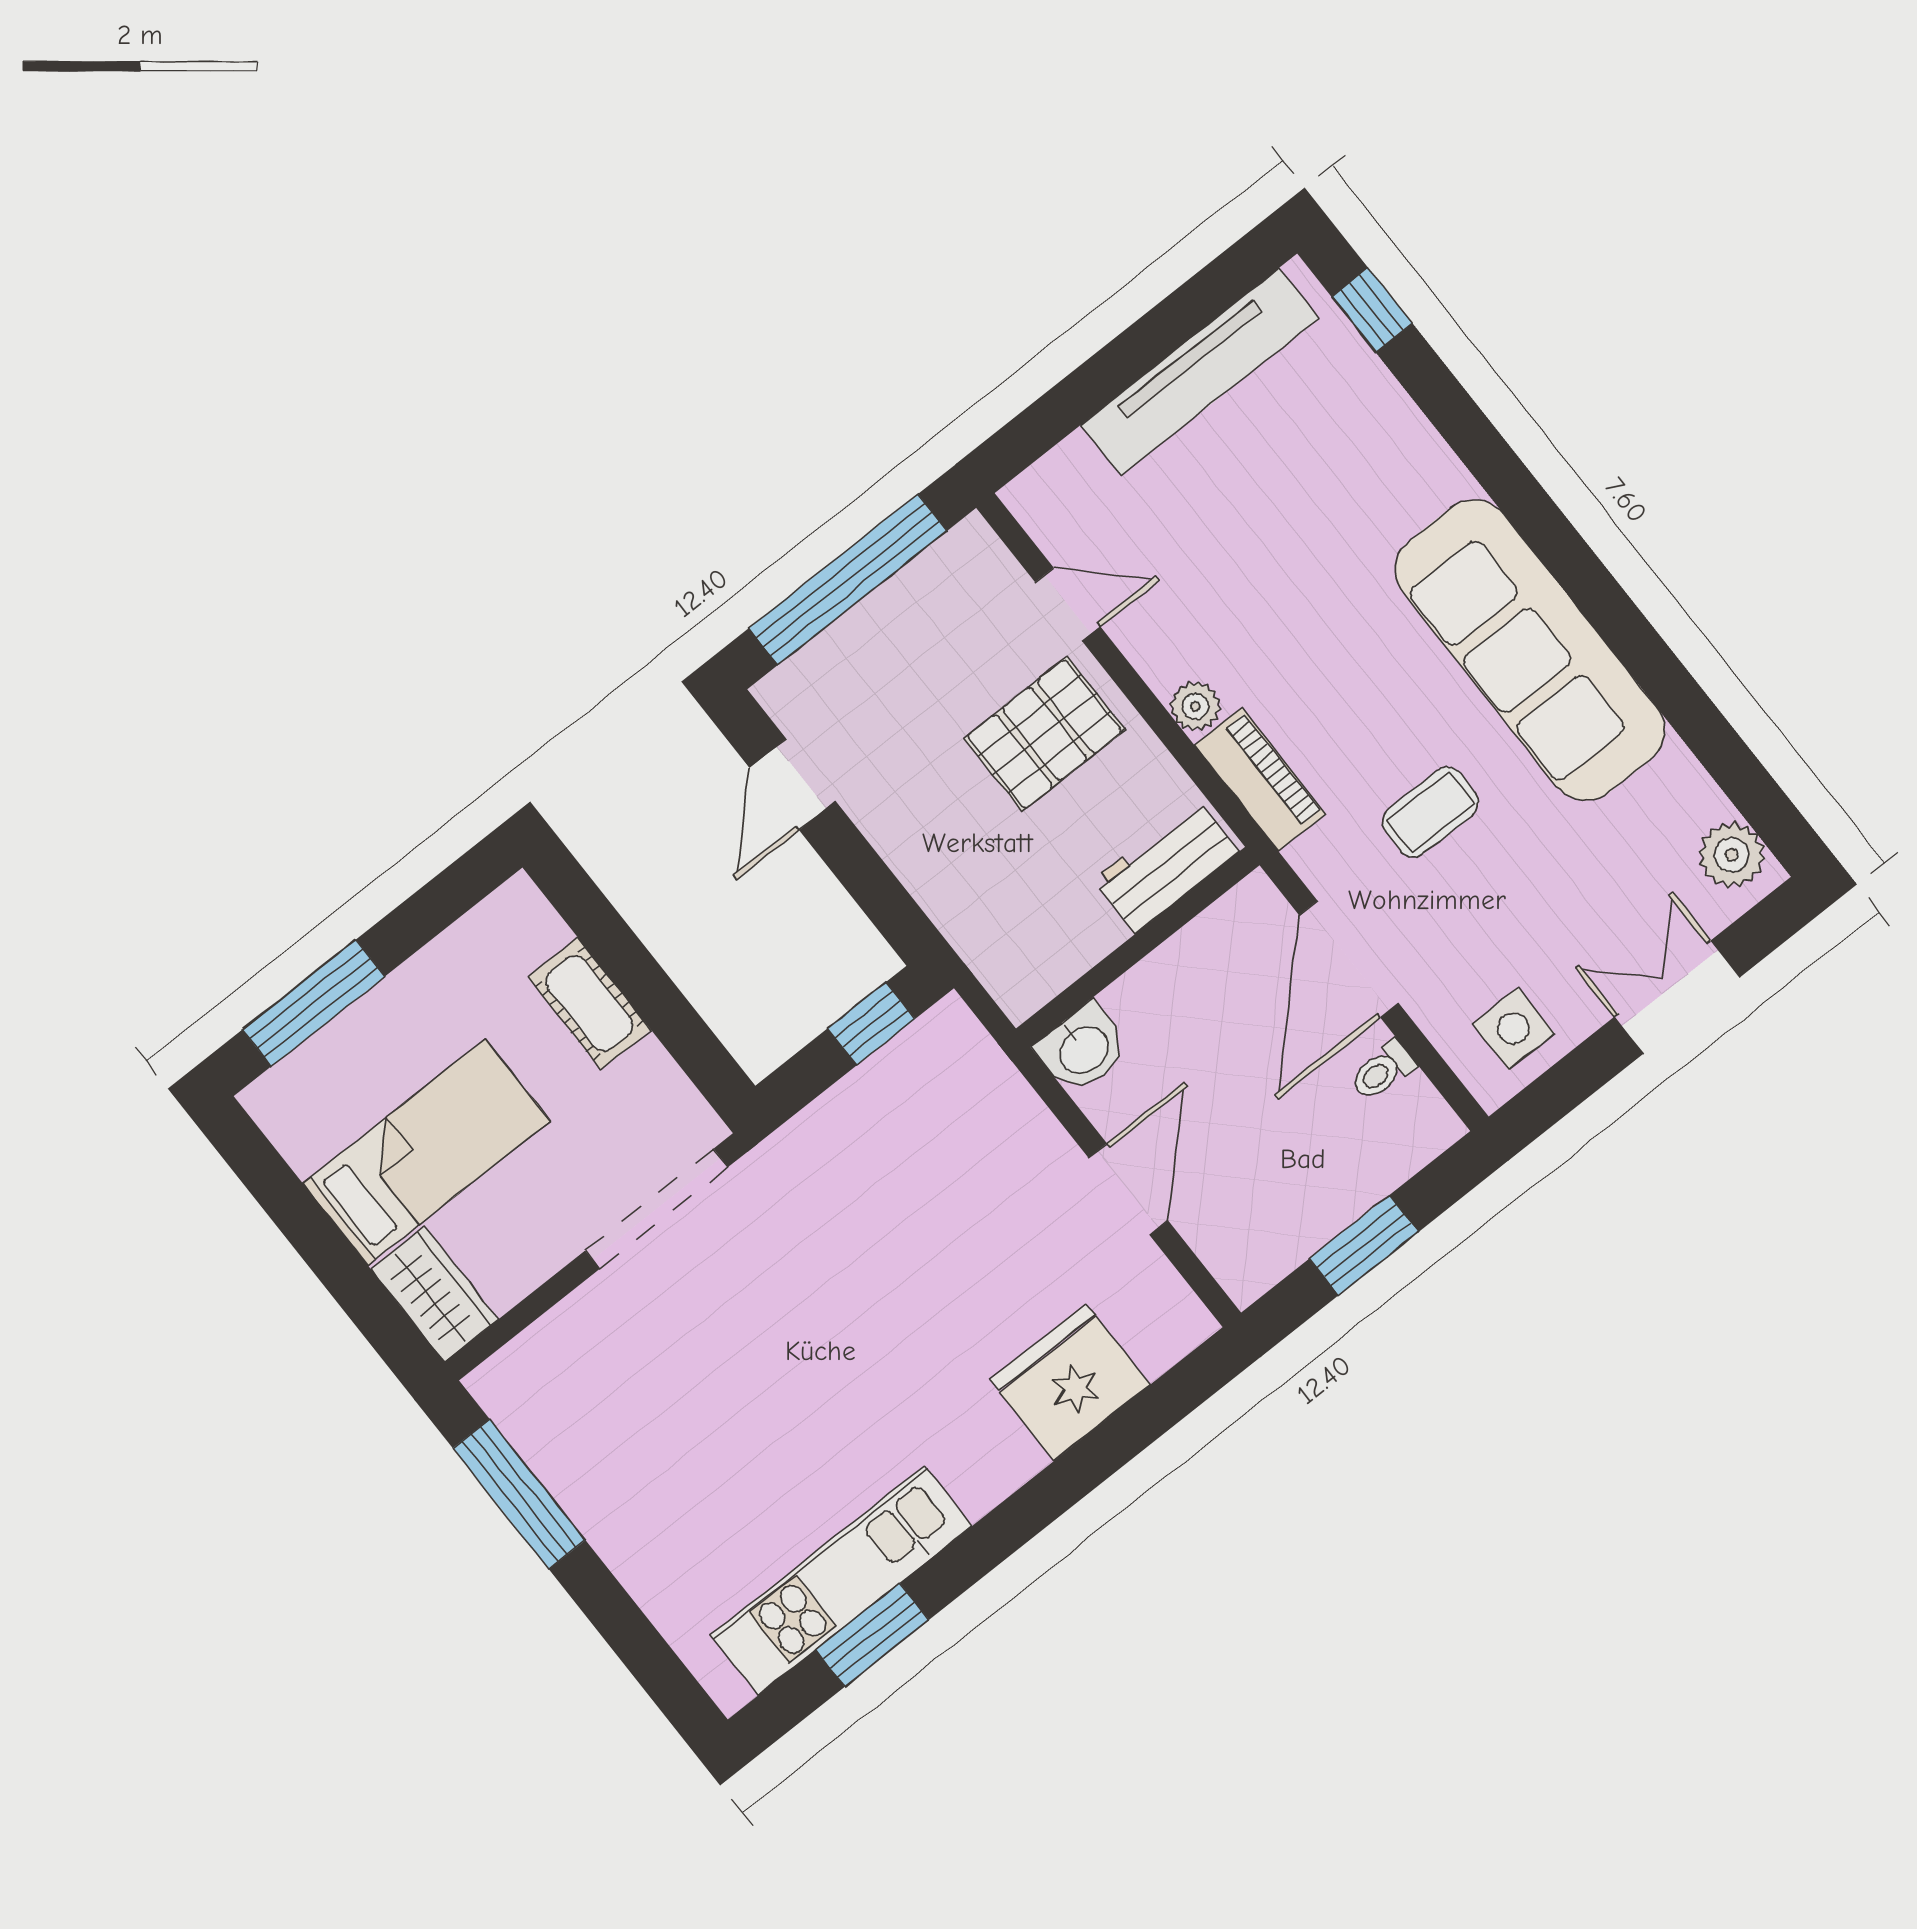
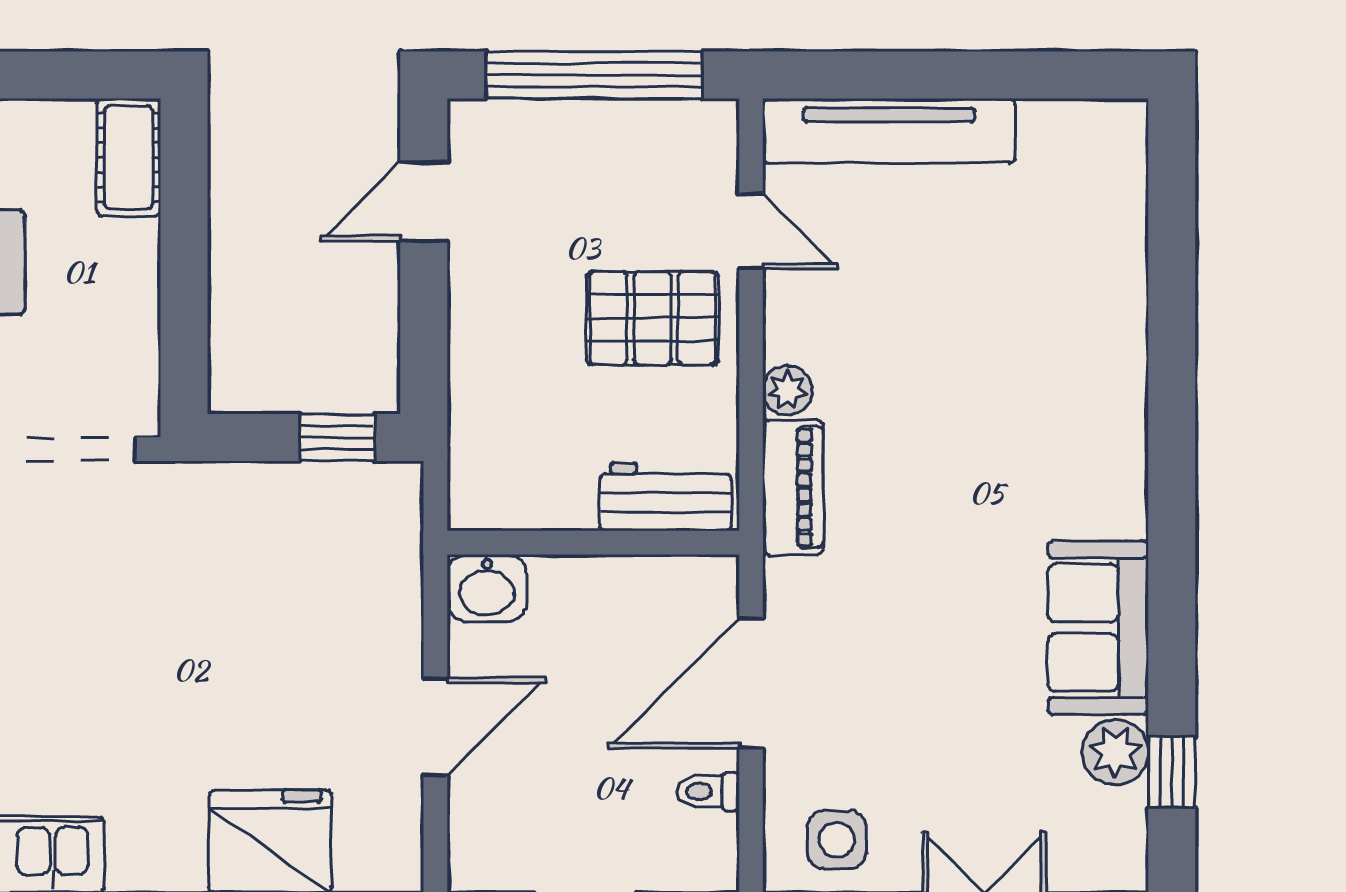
window: (1372, 310) -> (1172, 772), moved
tv unit: (1200, 372) -> (889, 131), moved
sofa: (1530, 650) -> (1098, 628), width x0.54, depth x0.79
coffee table: (1430, 812) -> (906, 619), removed
plant: (1732, 855) -> (1115, 752), moved
cot: (589, 1003) -> (129, 157), moved

